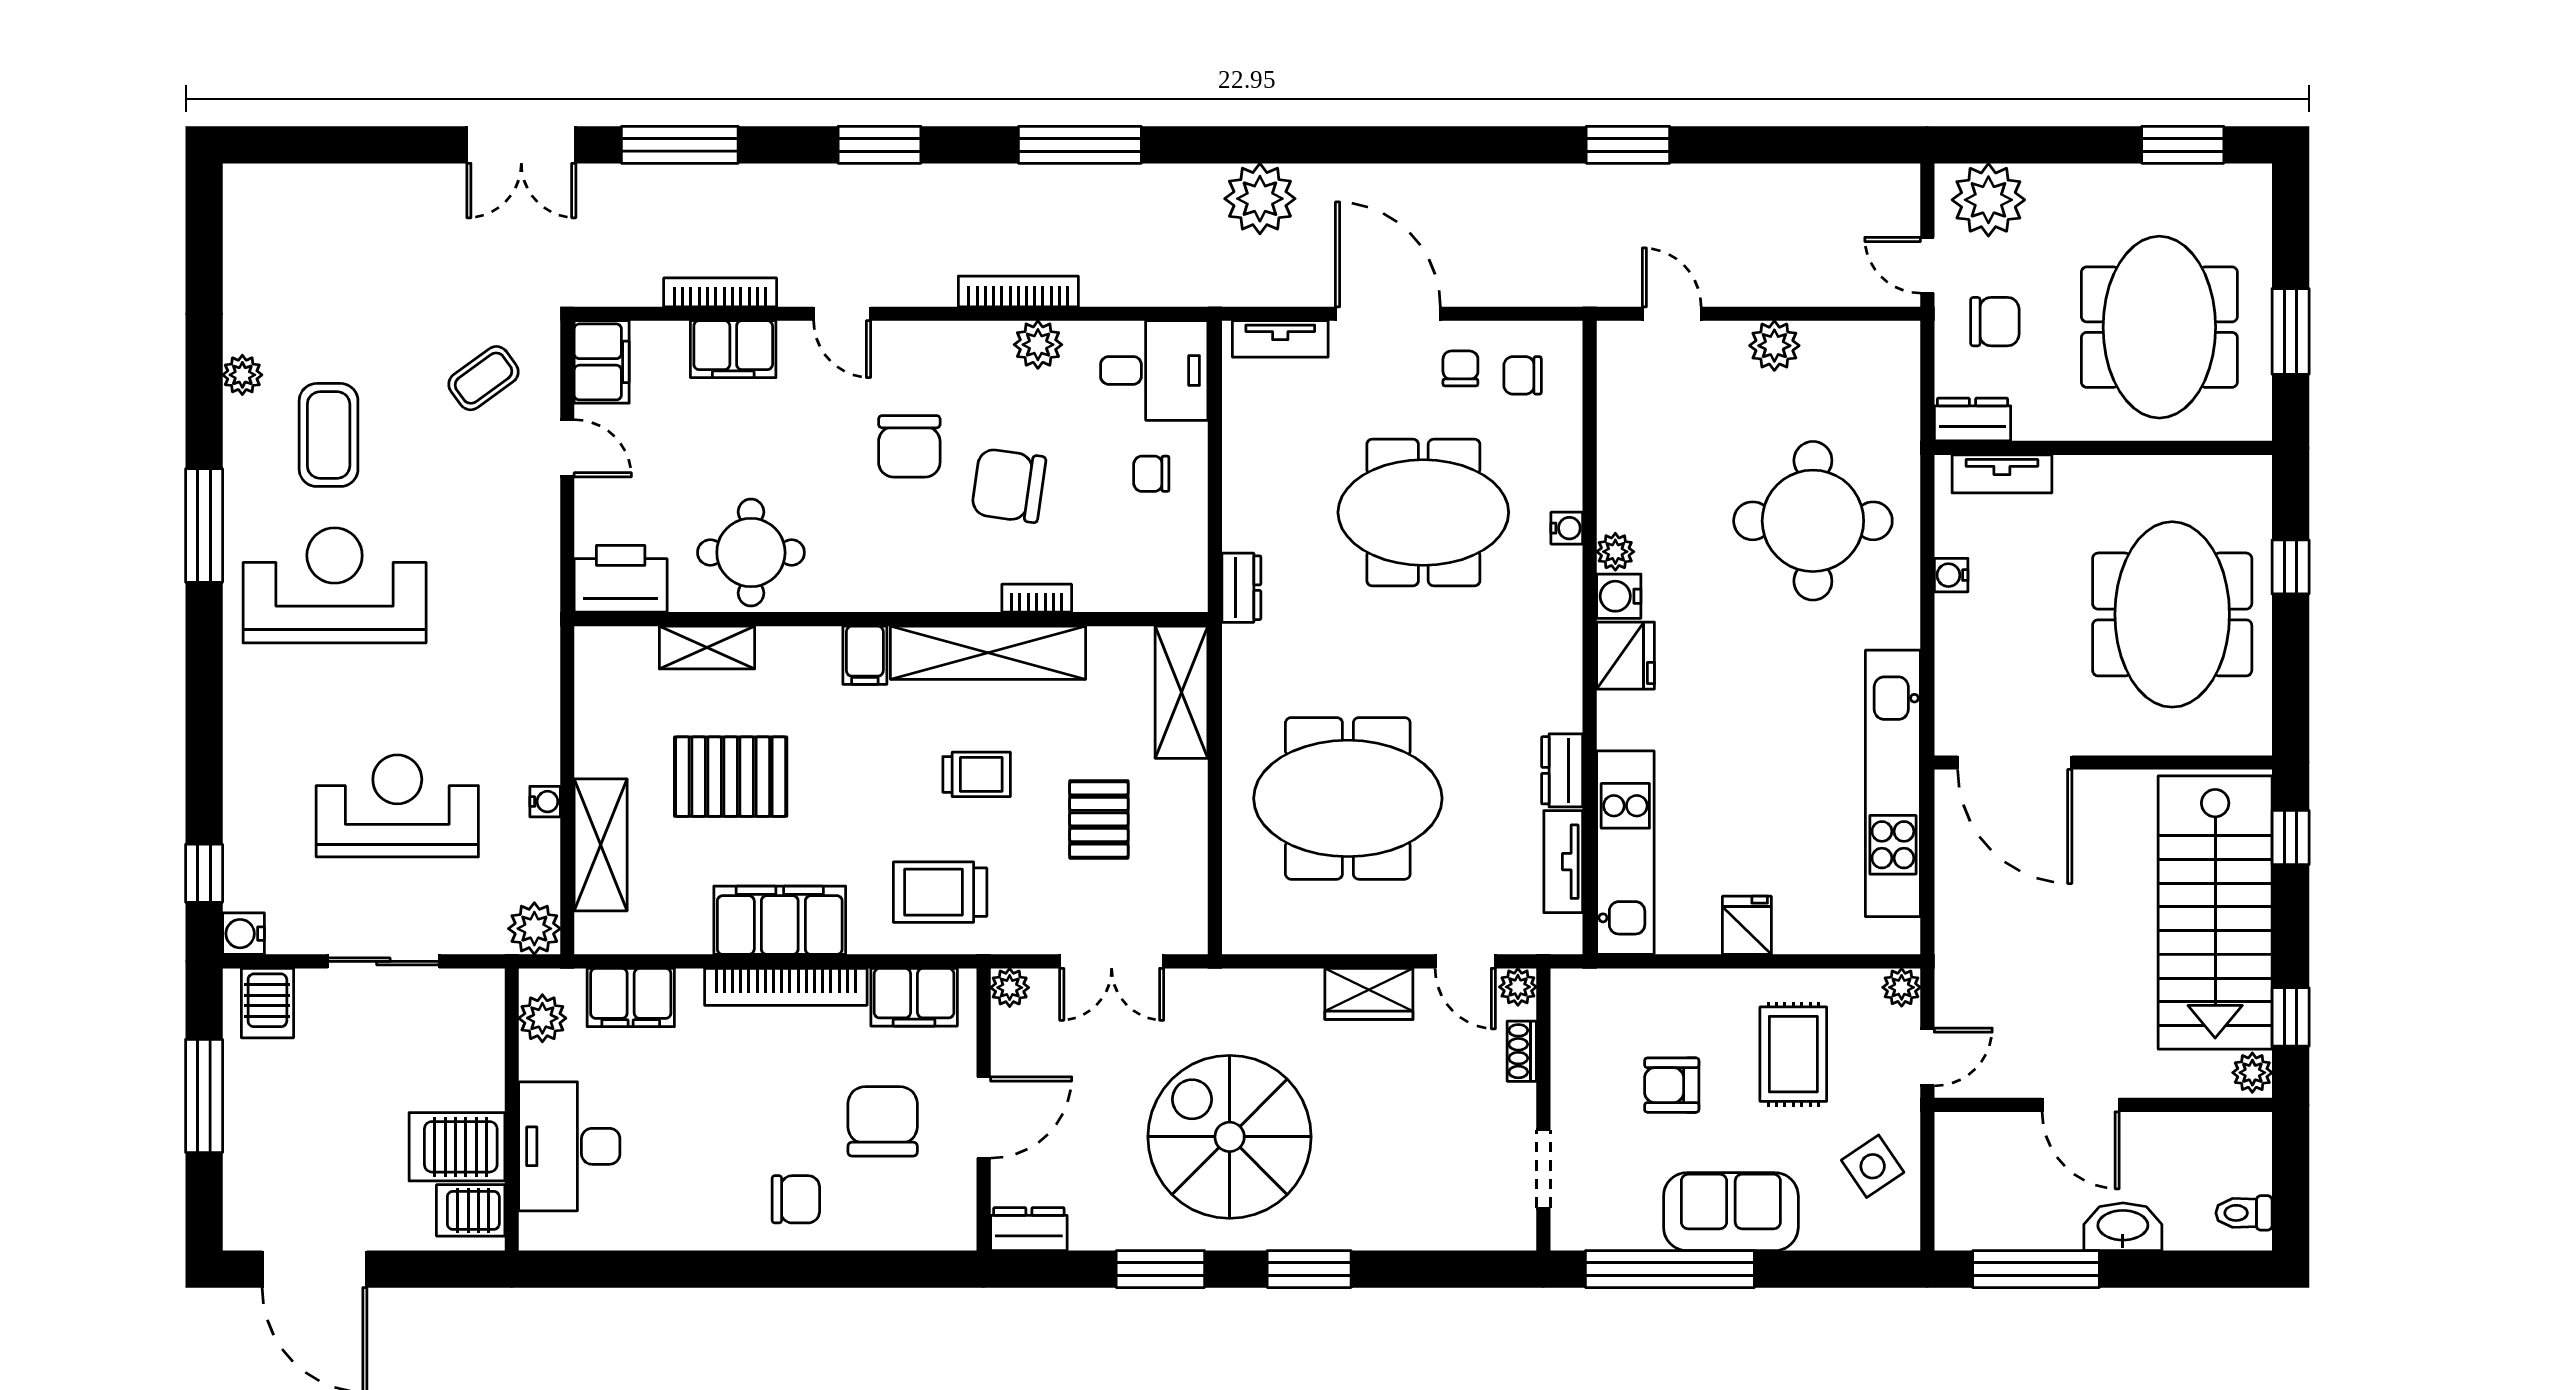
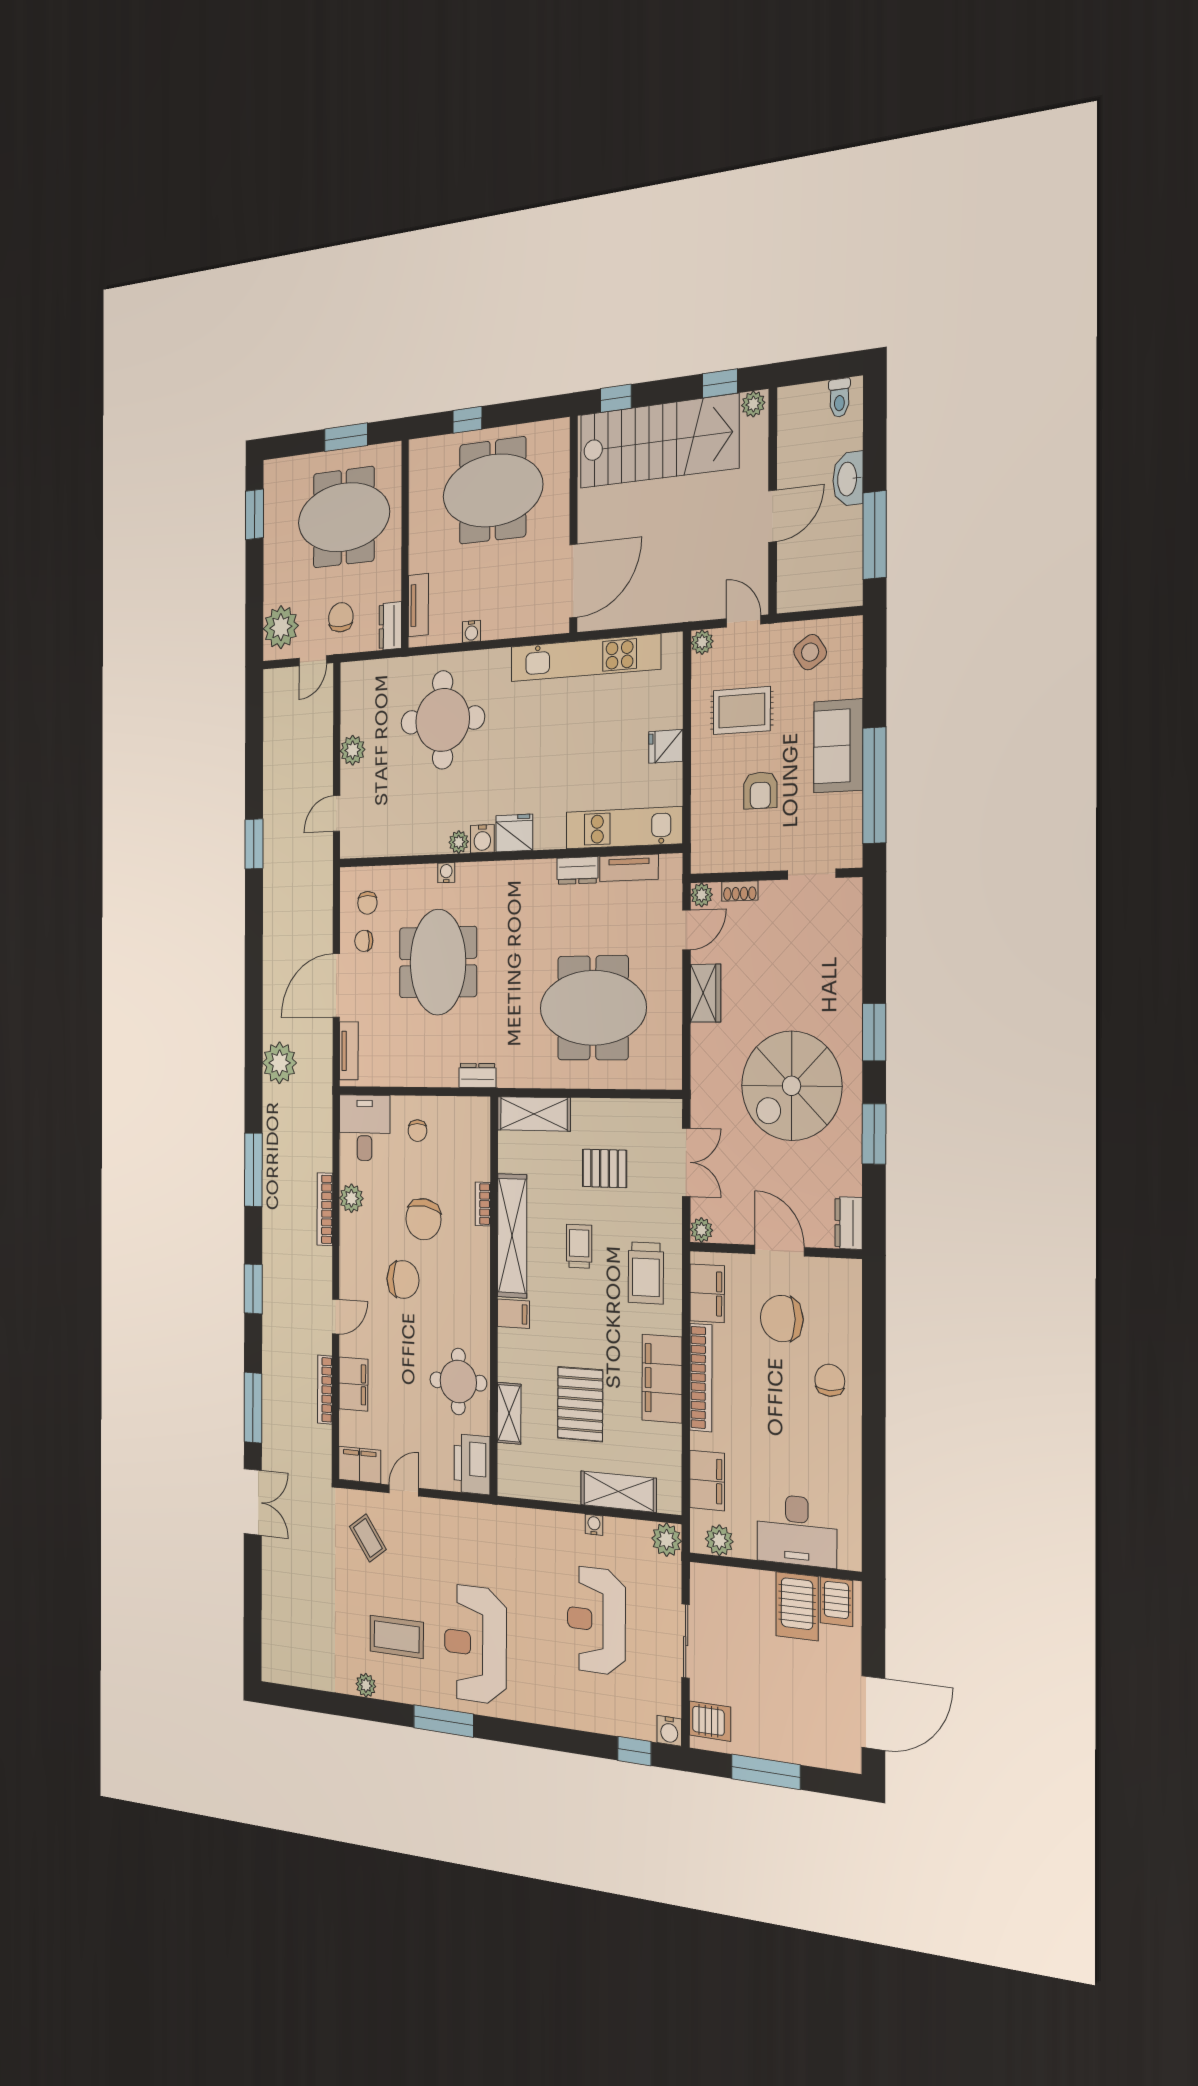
meeting table: (1348, 798) -> (593, 1008), turned 90

